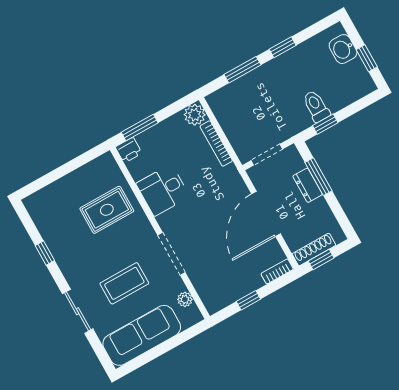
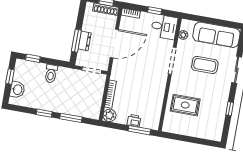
window: (325, 124) -> (33, 58), moved
printer: (129, 150) -> (134, 121), moved
desk: (163, 190) -> (164, 27), moved

